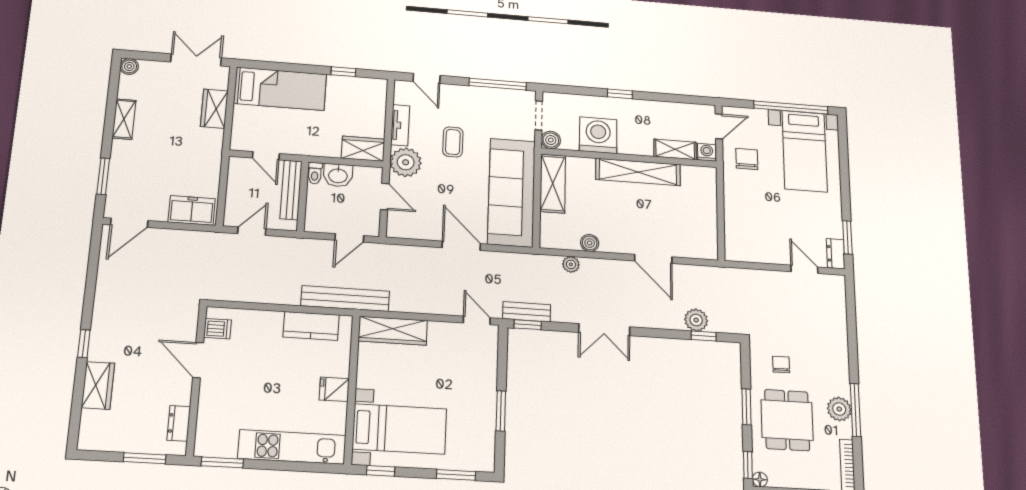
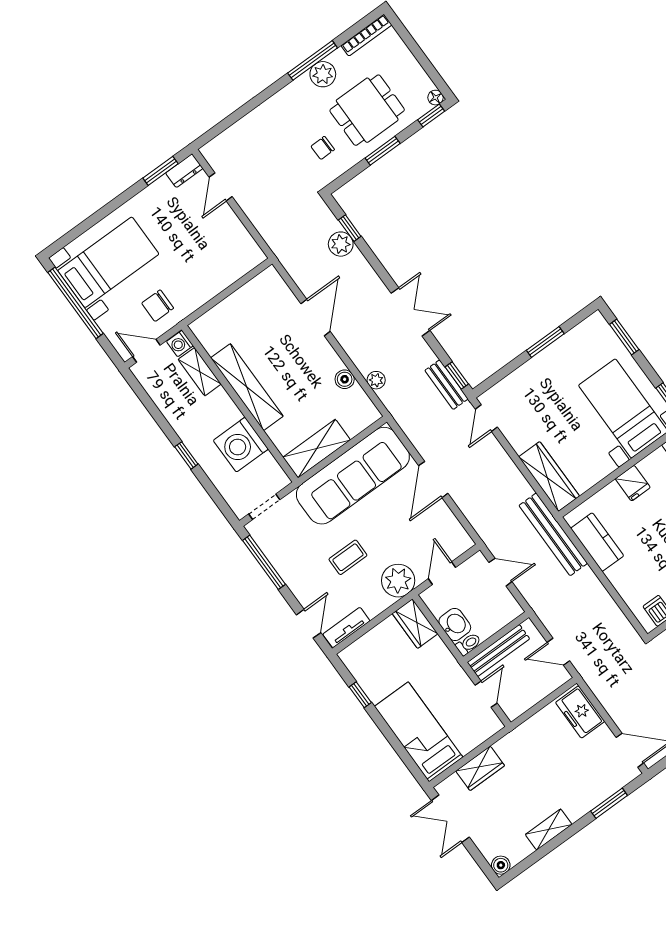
tv unit: (400, 125) -> (346, 628), moved
boiler: (551, 140) -> (278, 480), removed

